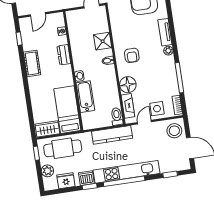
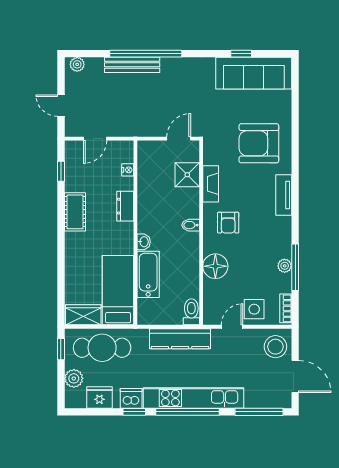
shower: (103, 41) -> (187, 175), moved
plant: (168, 51) -> (285, 266), moved
fireplace: (128, 106) -> (211, 184), moved
window: (170, 174) -> (259, 412), width x2.17

